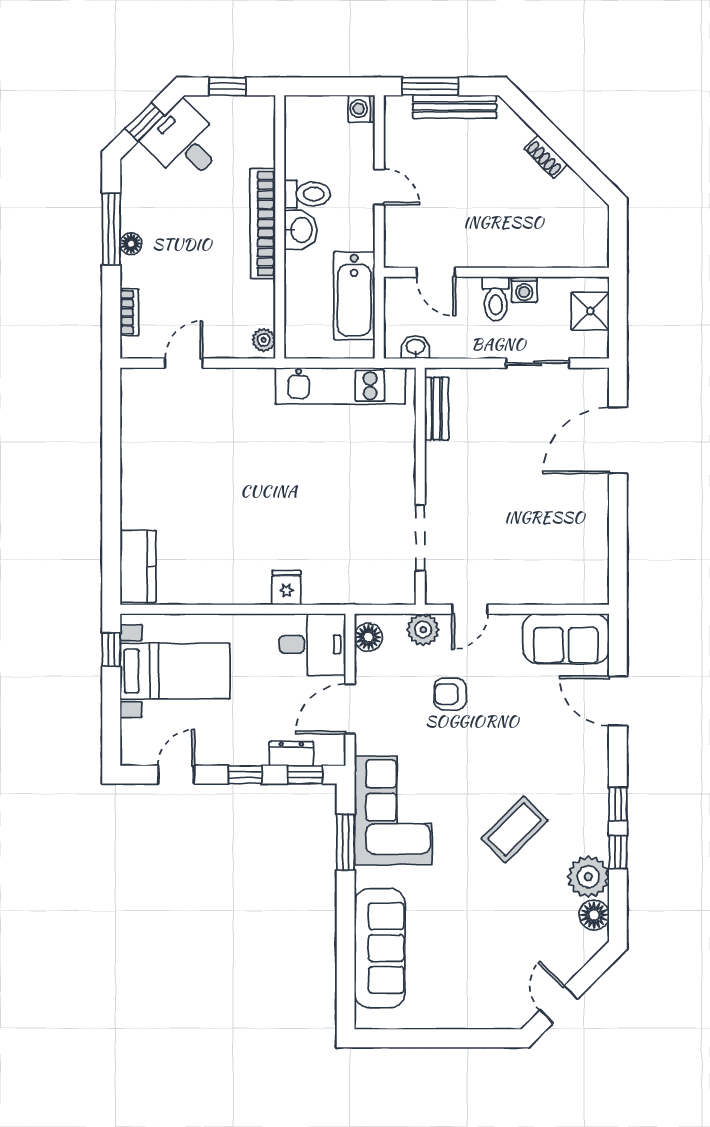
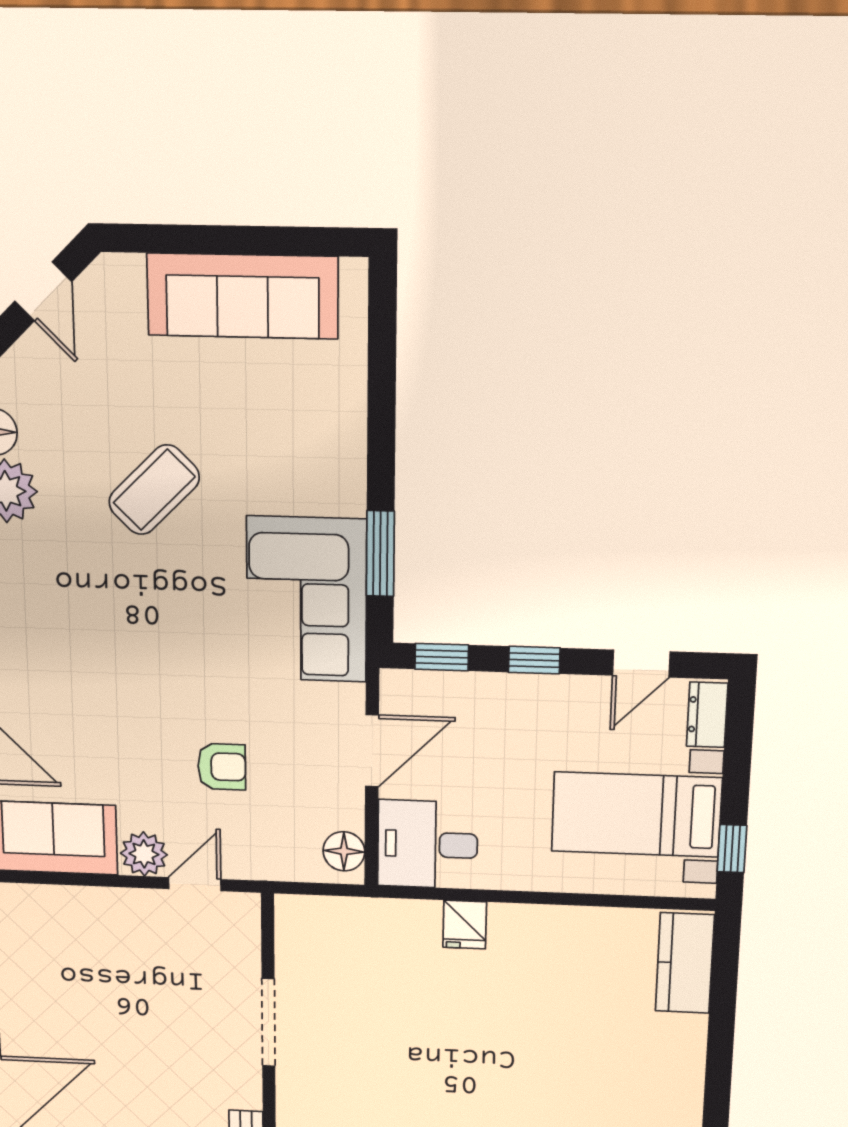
doorway: (420, 538) -> (268, 1022), moved
plant: (423, 630) -> (144, 854), moved
dresser: (291, 754) -> (707, 715), moved, turned 90
coffee table: (515, 829) -> (154, 490), moved
sofa: (380, 948) -> (243, 296), moved, turned -90

